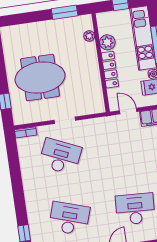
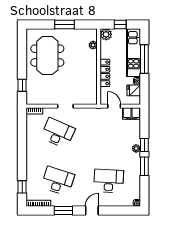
window: (65, 12) -> (64, 24), moved
plant: (107, 42) -> (106, 34), moved
meeting table: (40, 78) -> (47, 56), moved, turned 90

